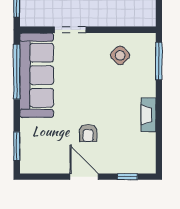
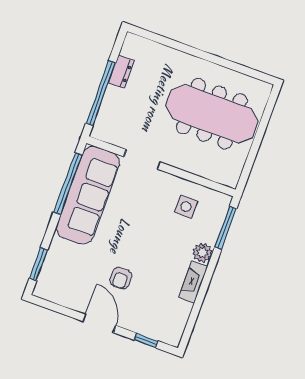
side table: (120, 55) -> (186, 207), turned 45
plant: (147, 88) -> (202, 253), added

